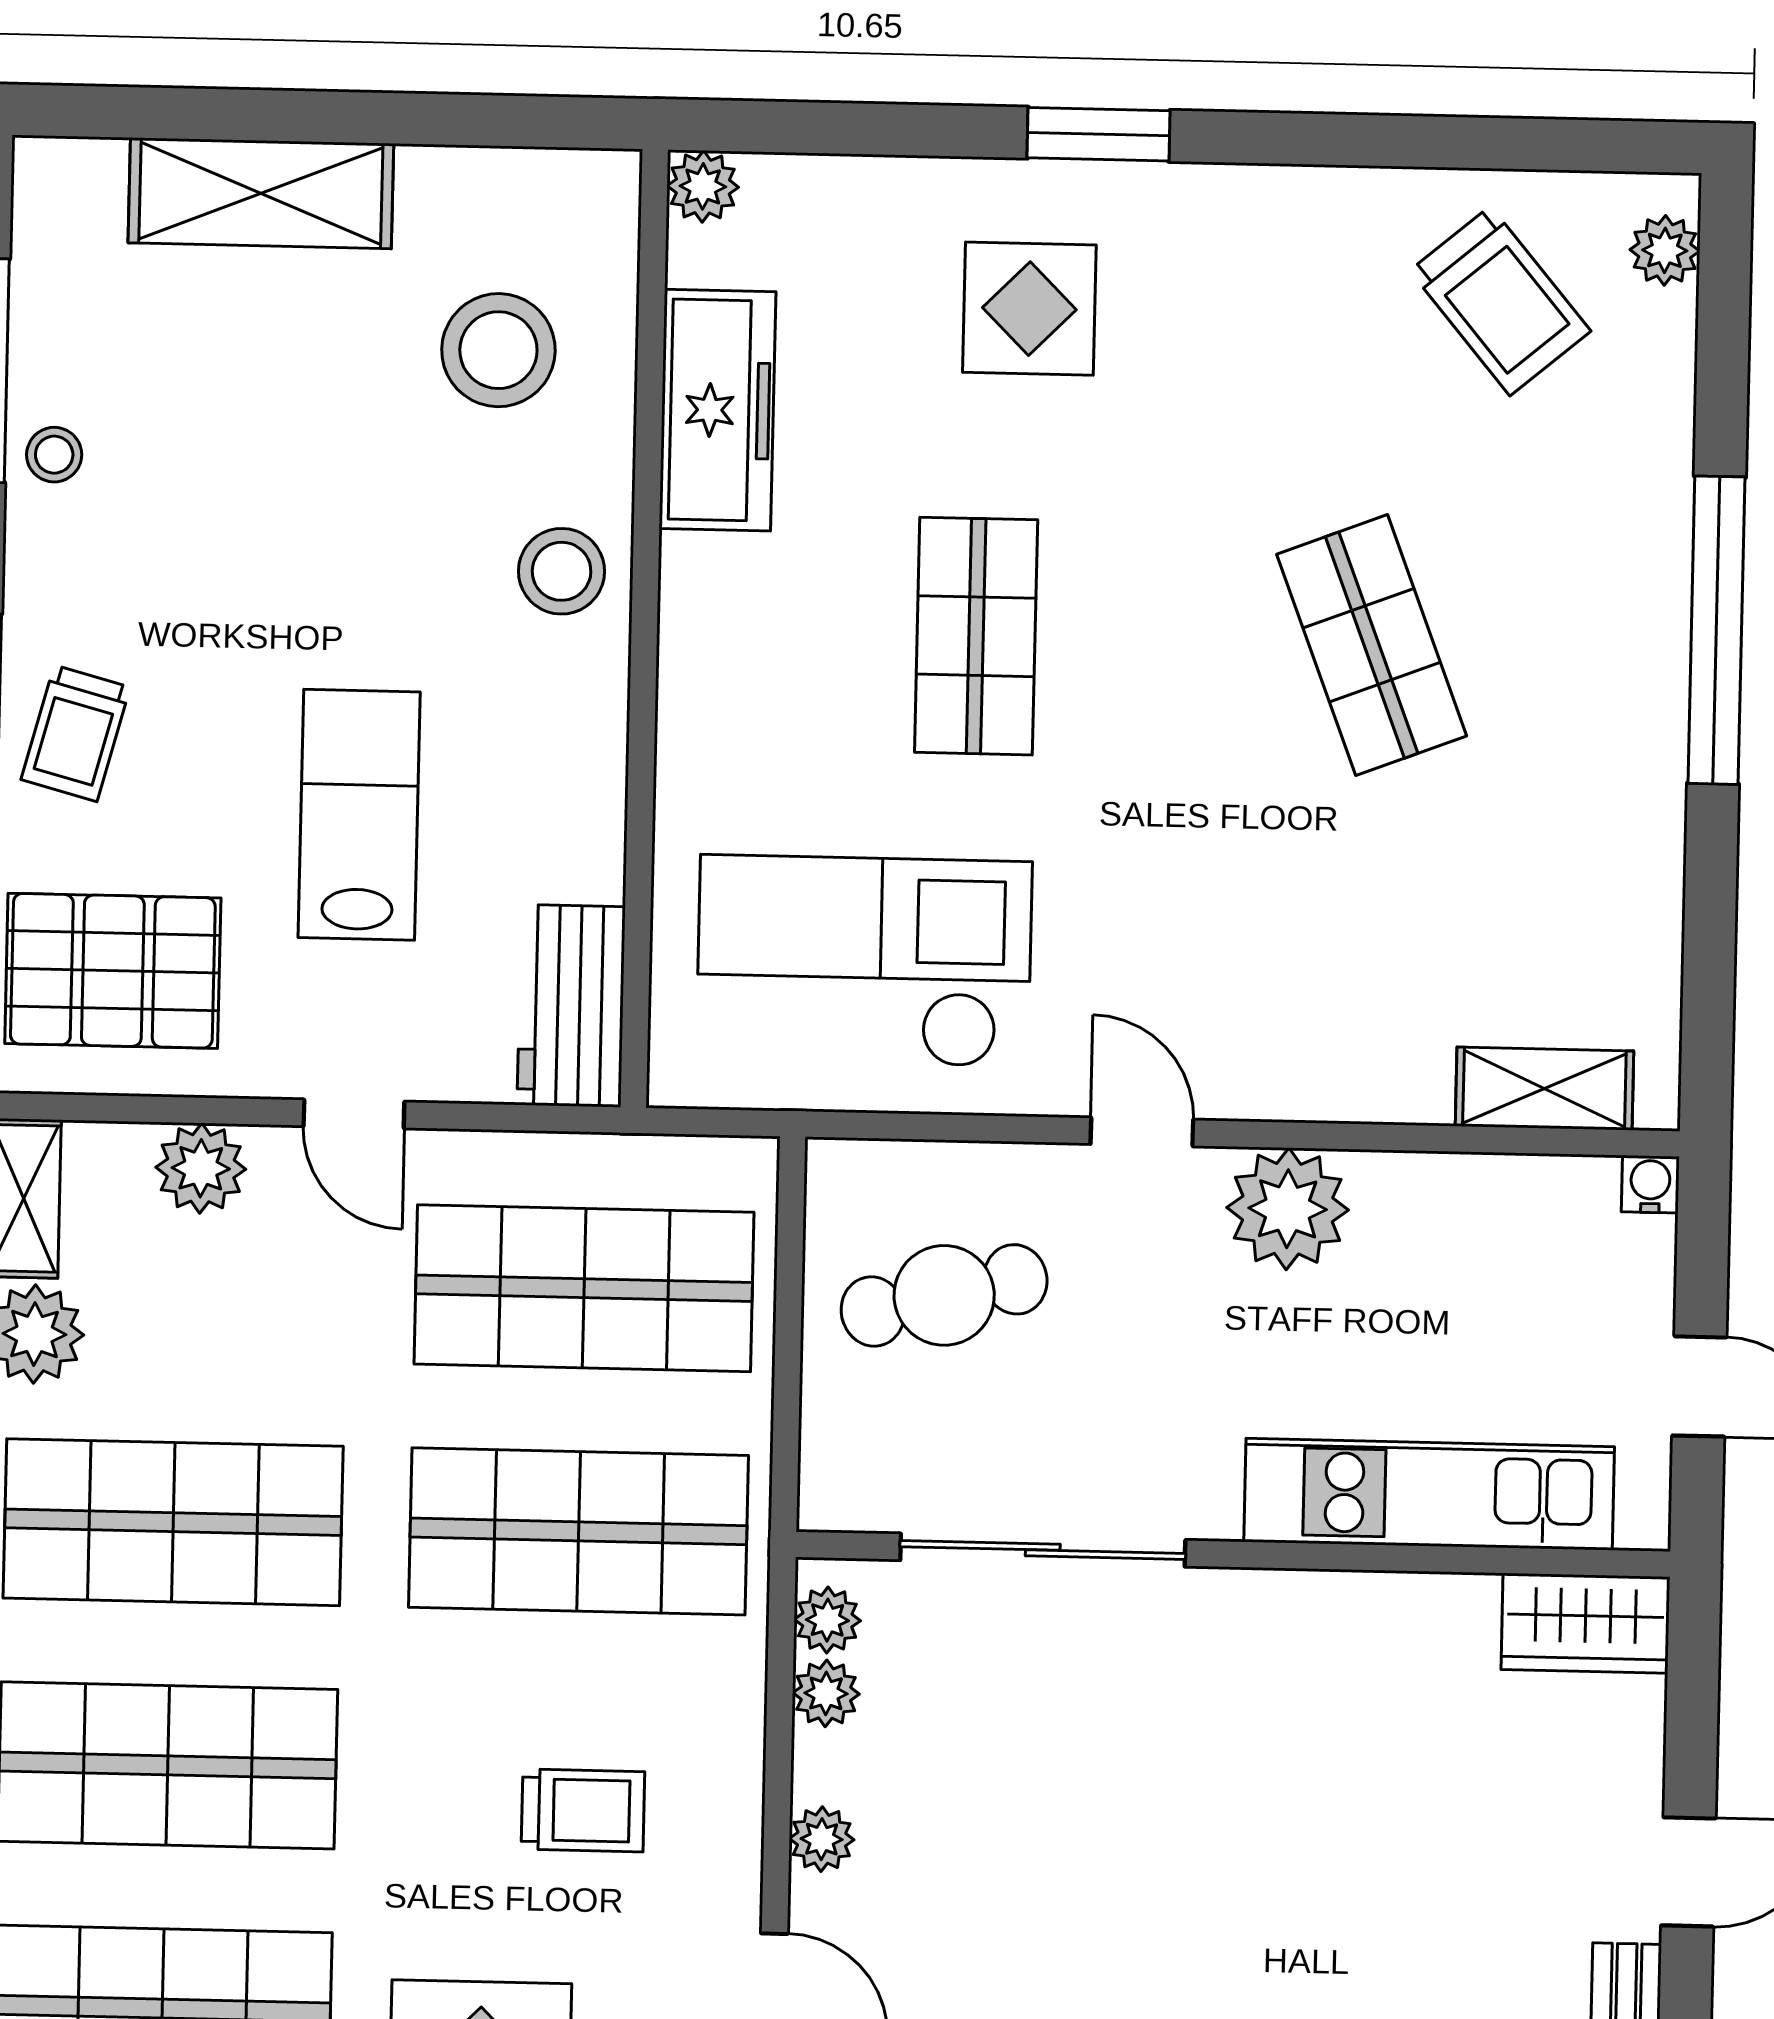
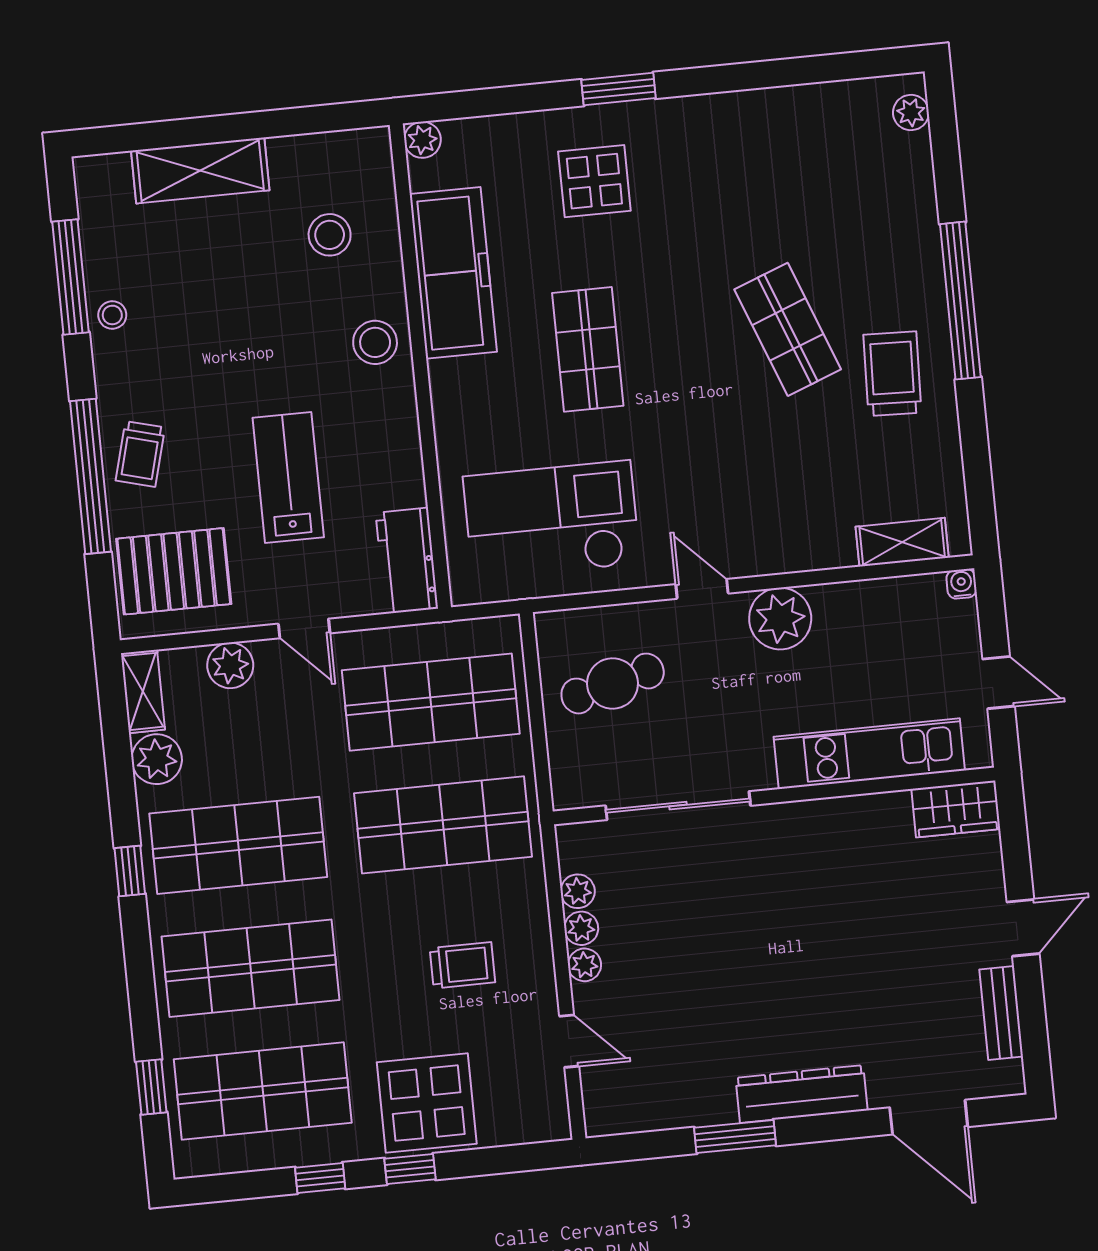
trolley: (1500, 301) -> (892, 374), moved, turned -138
stool: (498, 350) -> (330, 235), width x0.73, depth x0.73
freezer: (717, 410) -> (453, 273), width x1.36, depth x1.26
plant: (827, 1620) -> (581, 928), moved

